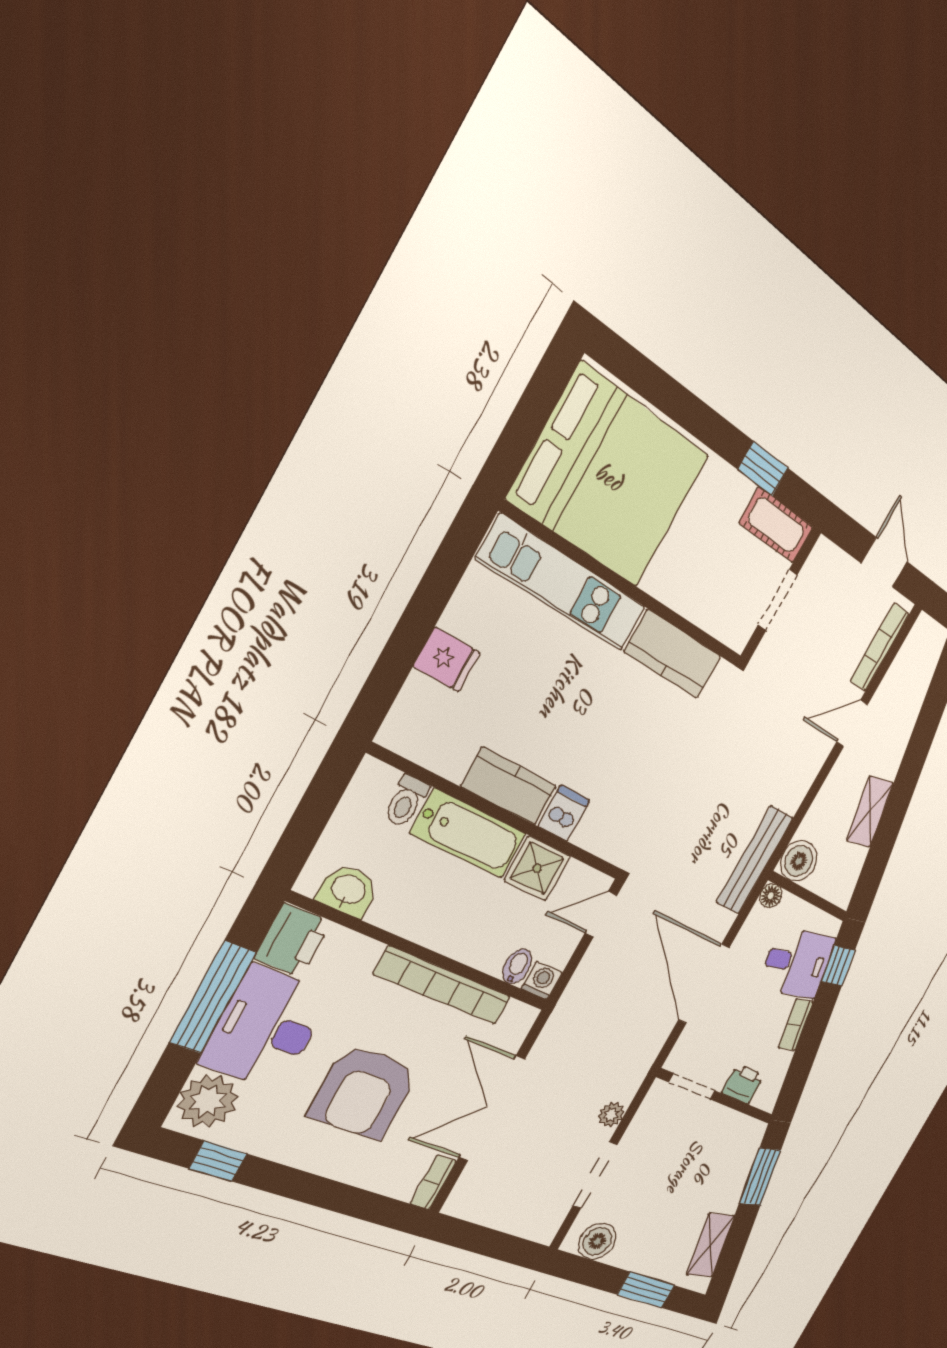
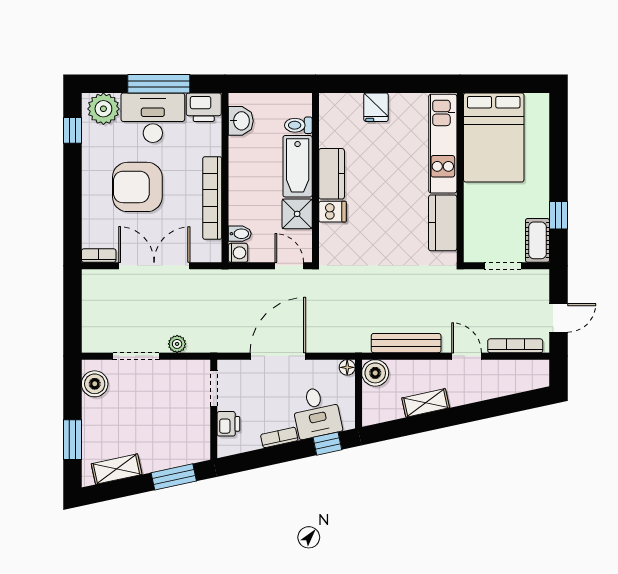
bed: (609, 477) -> (494, 138), width x0.73
bench: (755, 860) -> (406, 343), moved

